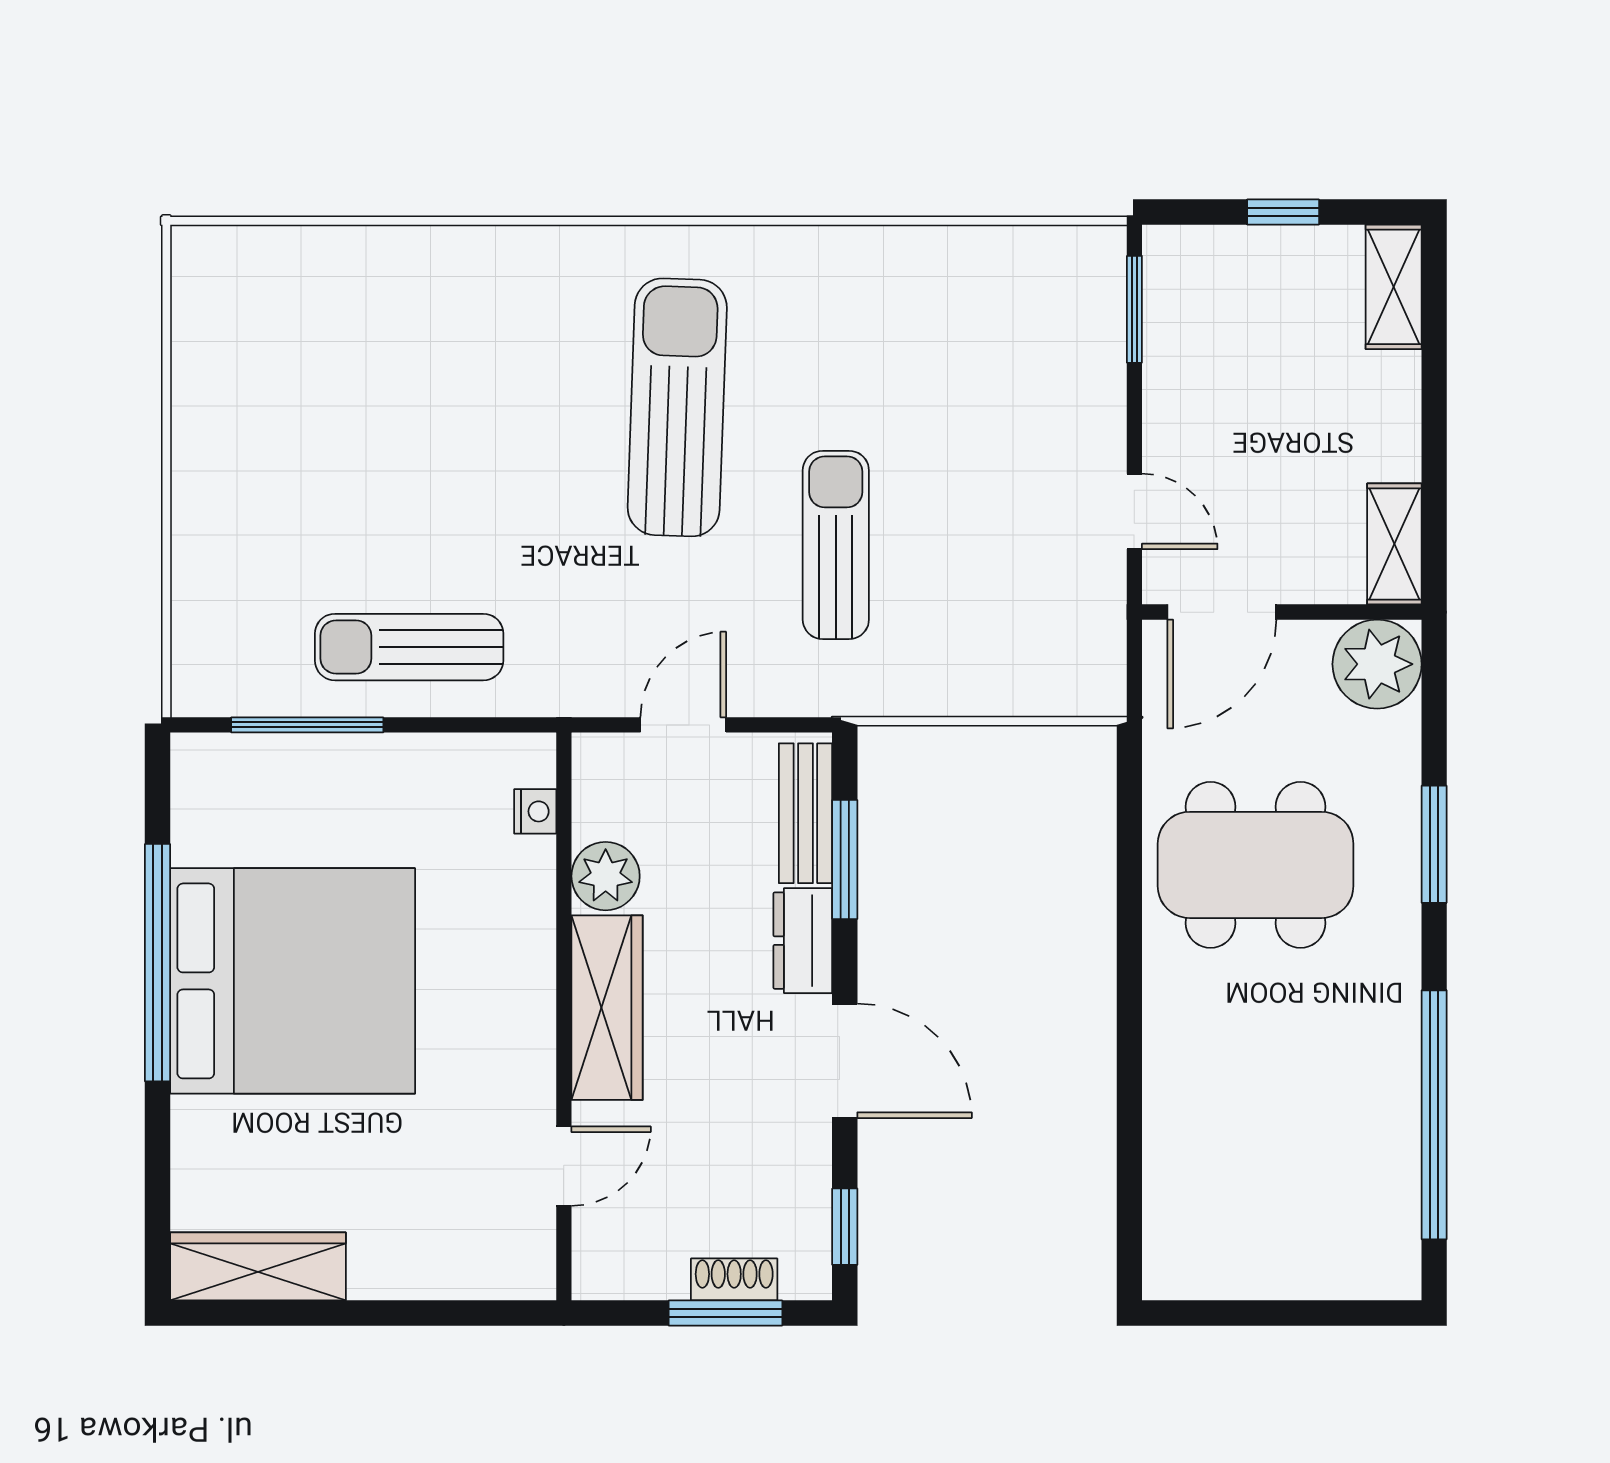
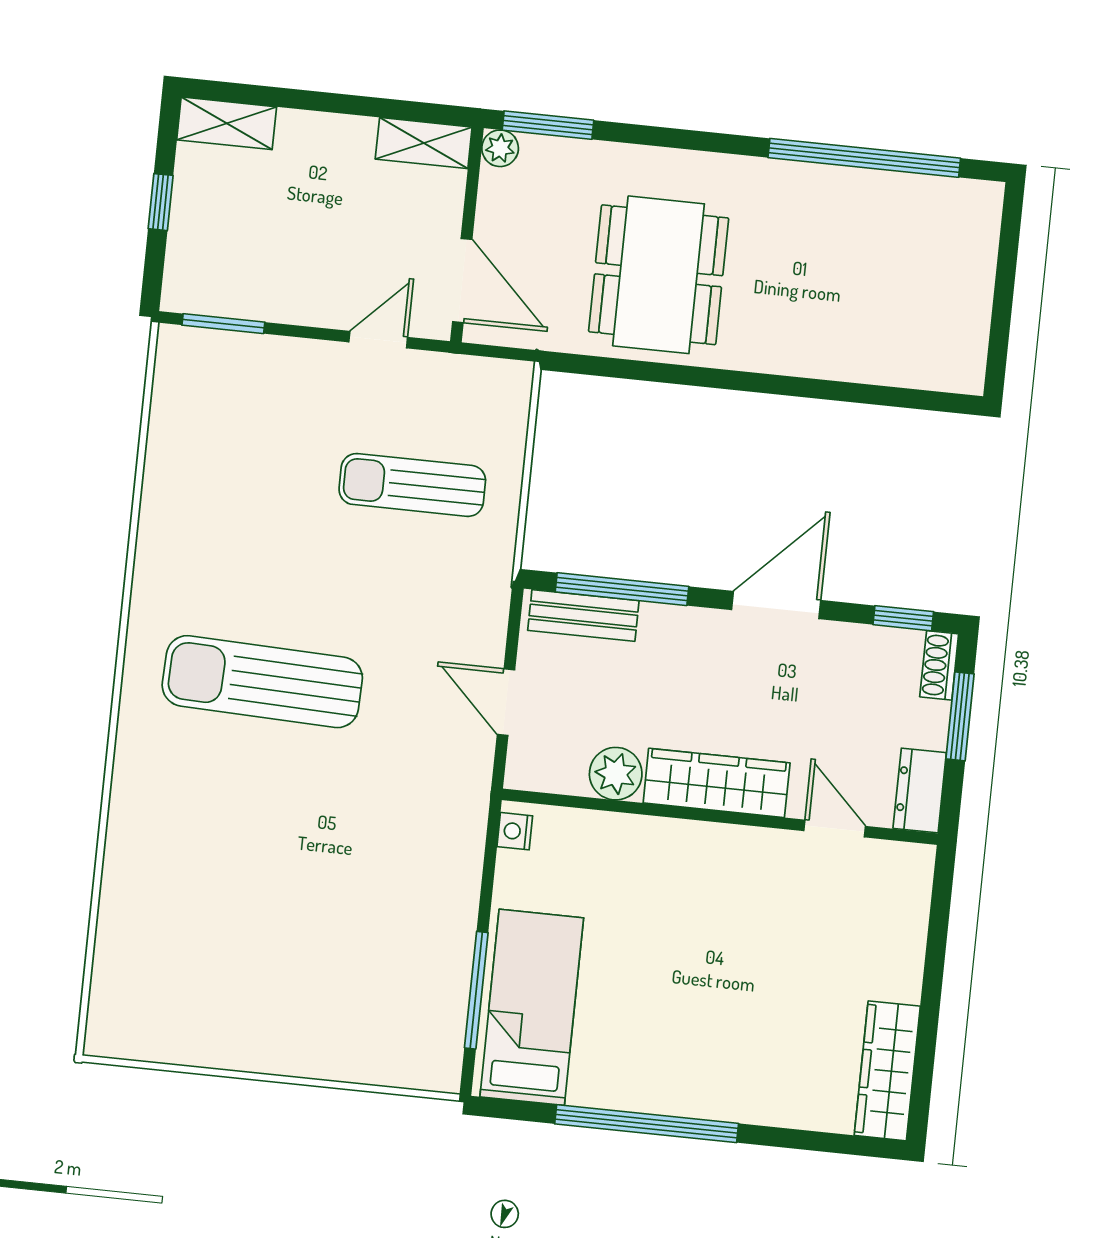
sun lounger: (836, 545) -> (412, 485), moved
sun lounger: (409, 647) -> (425, 906), removed
plant: (1377, 664) -> (500, 148), width x0.53, depth x0.53
nightstand: (535, 811) -> (515, 831), moved, turned -90
window: (1434, 844) -> (548, 125), moved
window: (845, 859) -> (622, 589), width x1.44
dresser: (803, 941) -> (920, 790), moved, turned 90
bed: (293, 981) -> (532, 1007), moved, width x0.49
shoe rack: (734, 1279) -> (939, 665), moved

